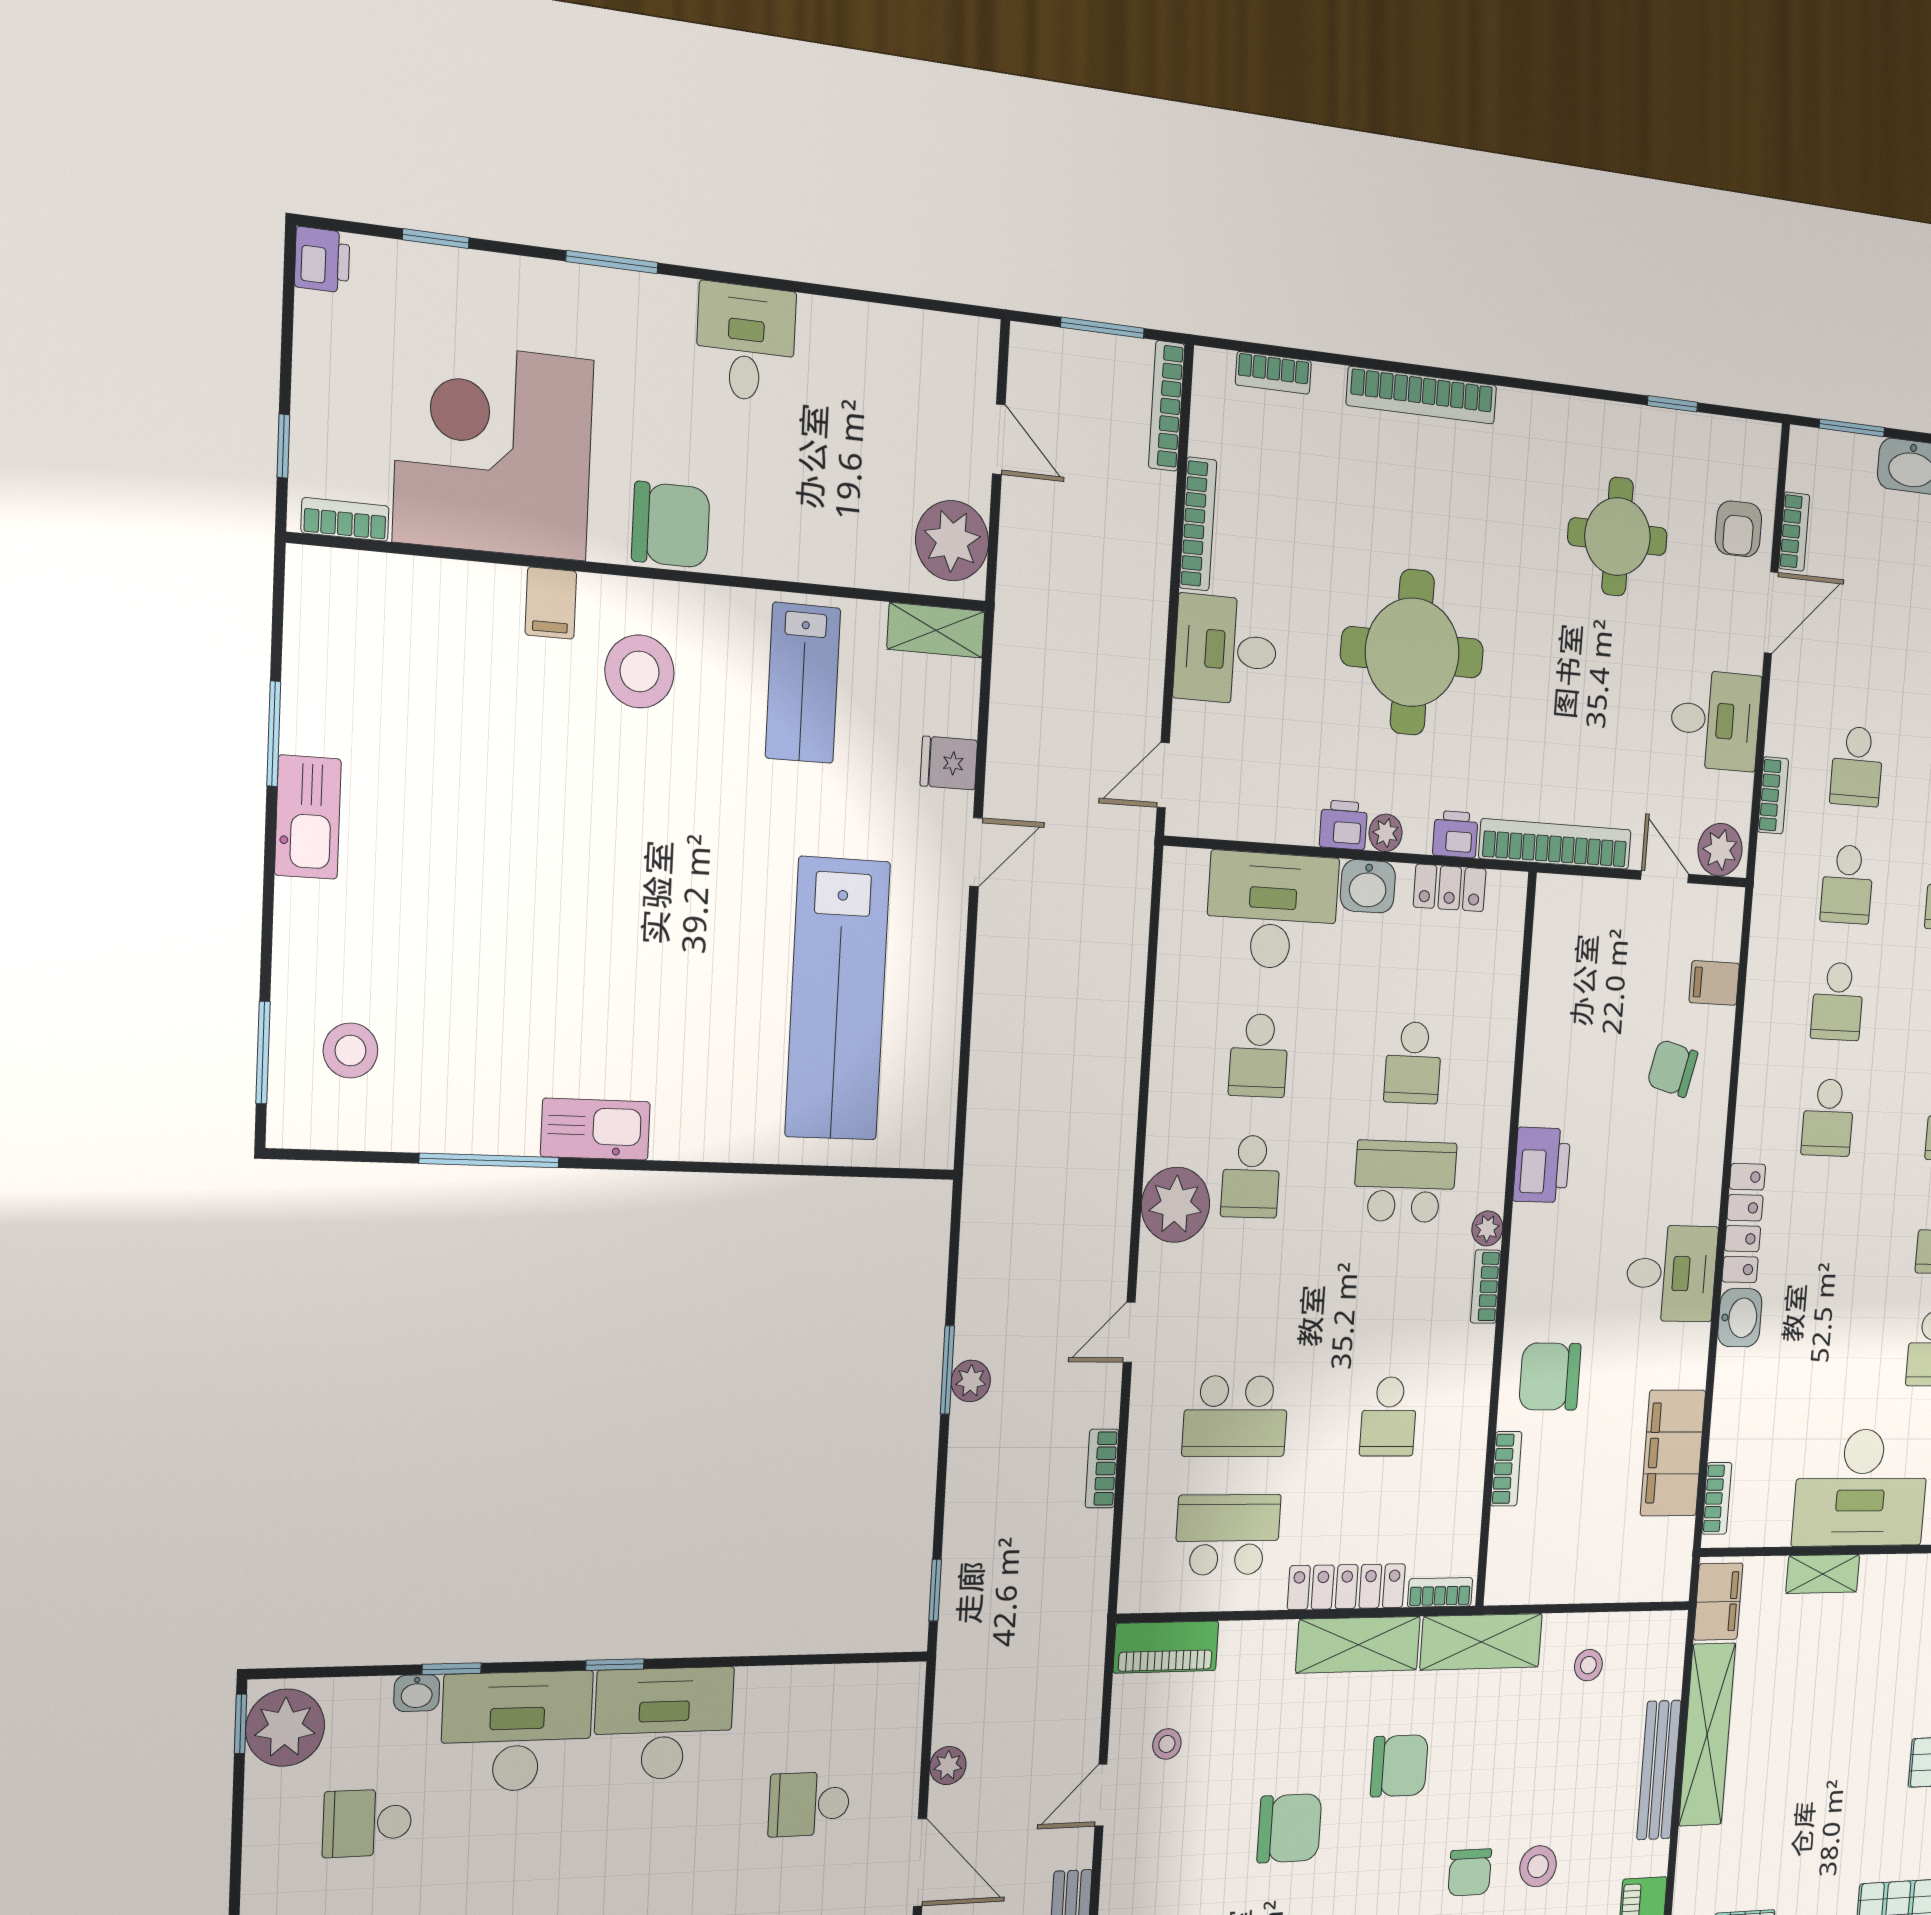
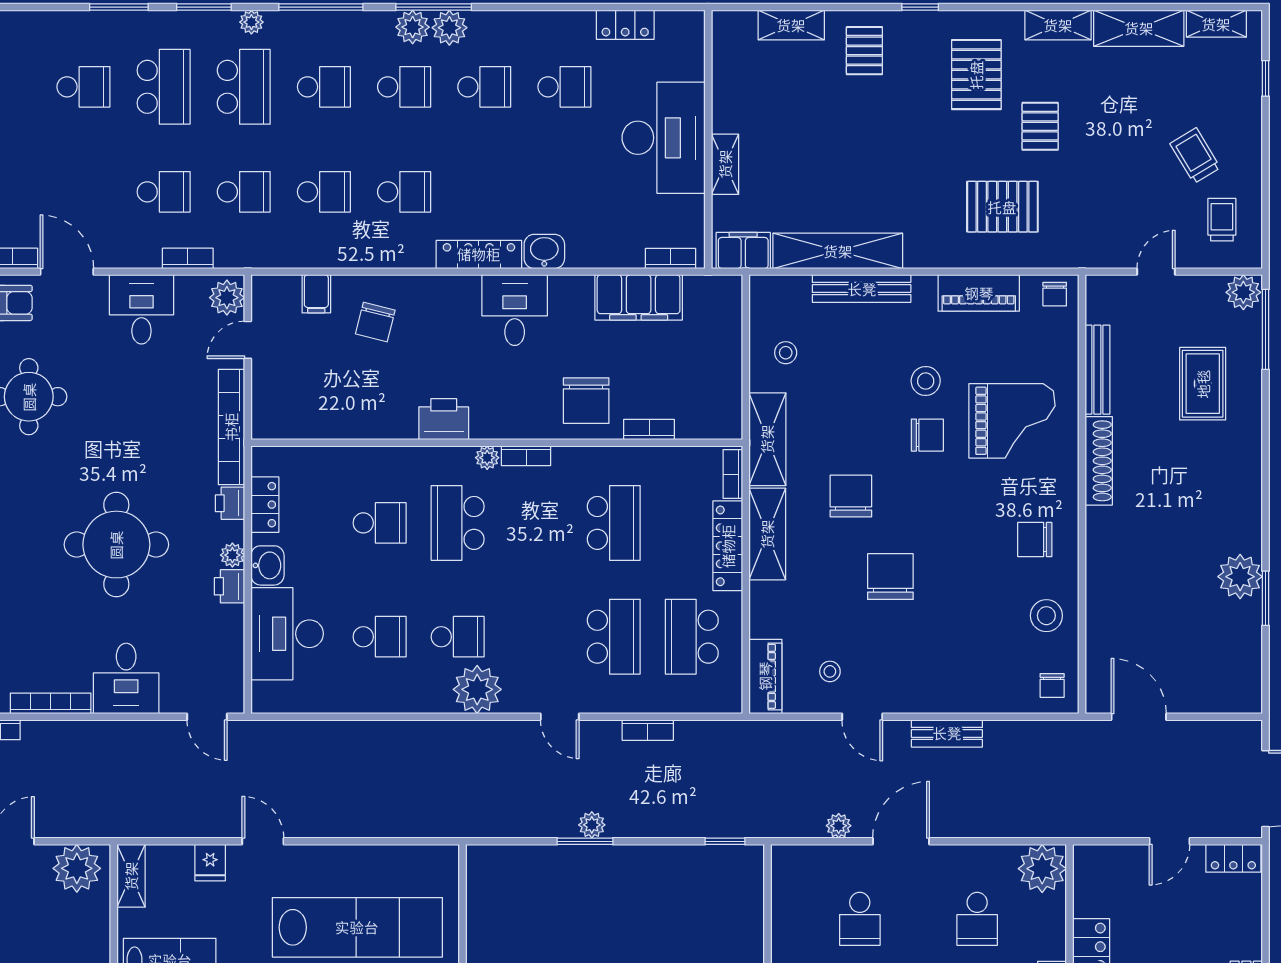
school desk: (1389, 1417) -> (614, 523), width x1.85

